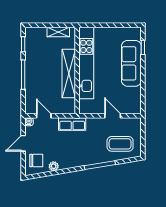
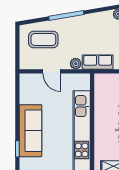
shelving: (69, 74) -> (102, 119), removed
plant: (92, 123) -> (76, 64), added

